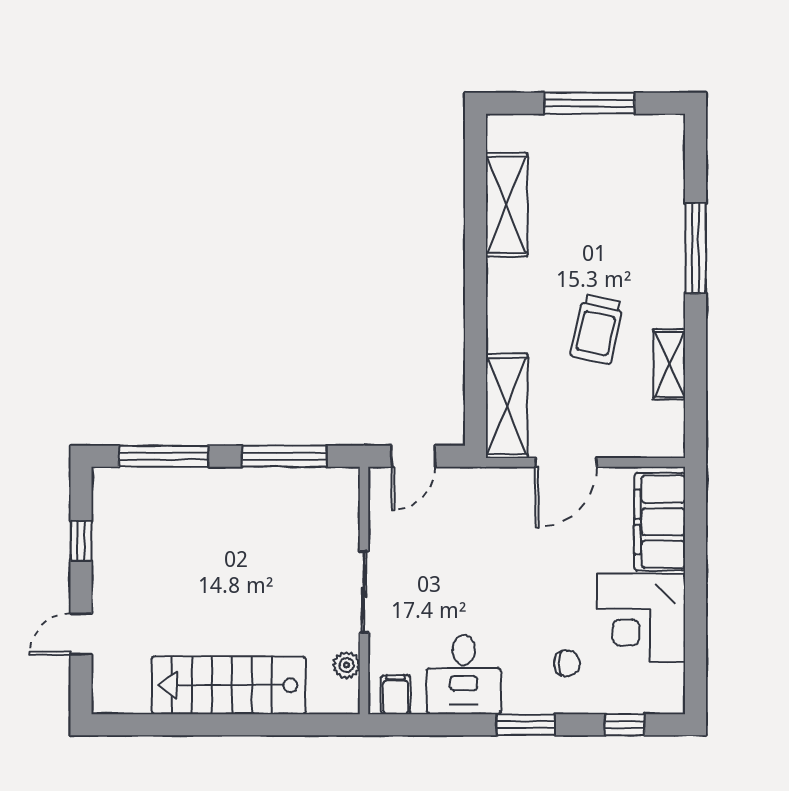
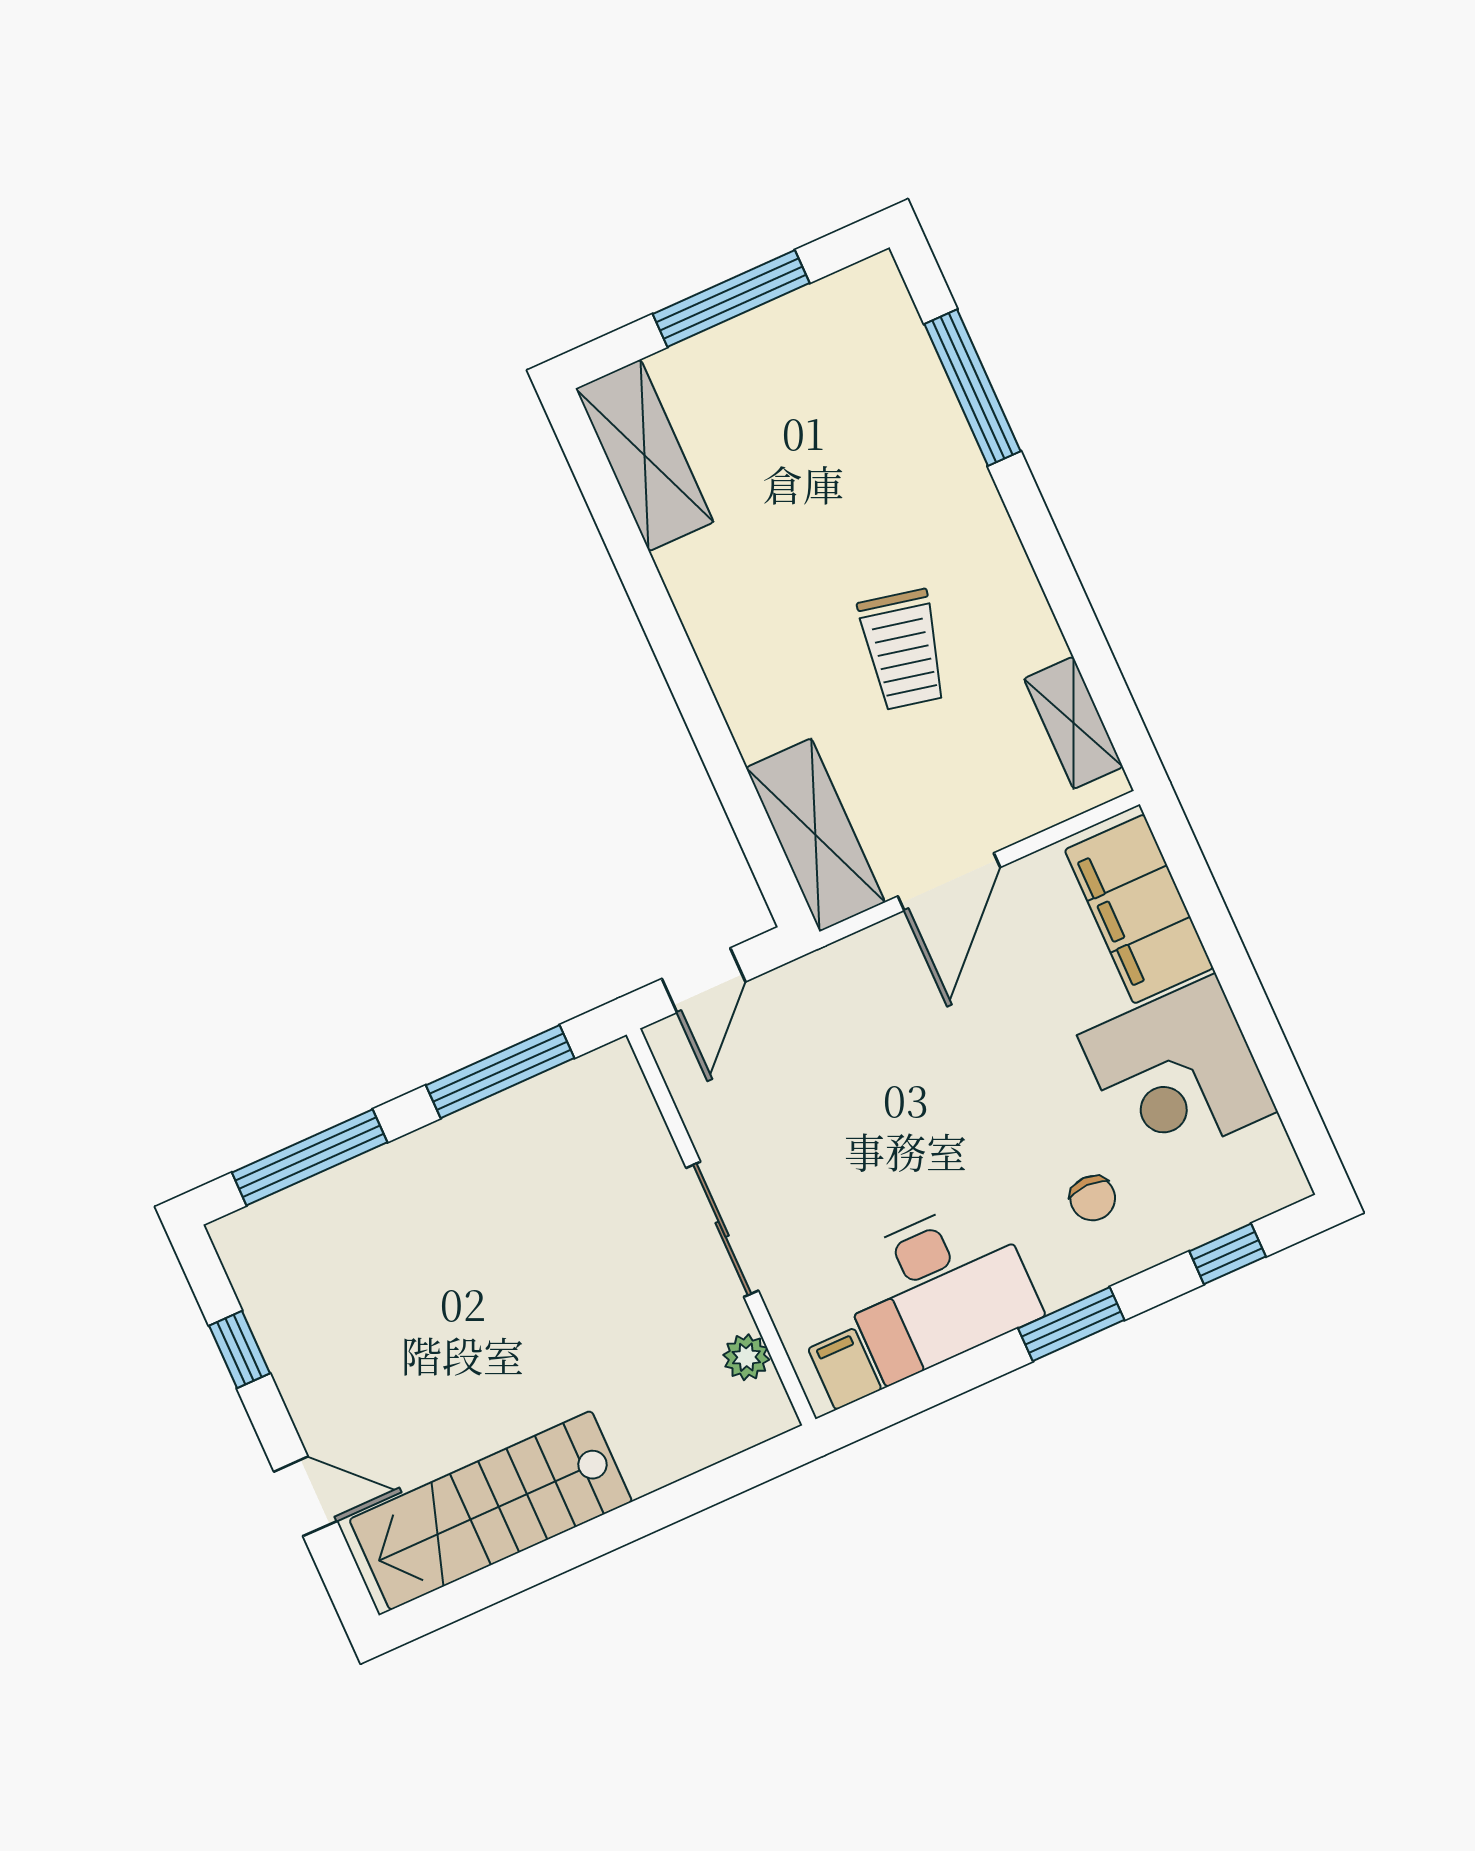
shelving: (507, 205) -> (645, 455), moved
window: (696, 248) -> (972, 388), moved
shelving: (669, 364) -> (1073, 723), moved
door: (81, 634) -> (305, 1496), swing flipped
chair: (567, 663) -> (1093, 1198), turned 90
desk: (464, 674) -> (938, 1289), width x1.37
stairs: (229, 685) -> (491, 1510), moved

